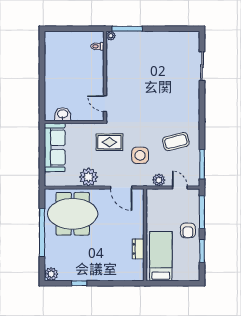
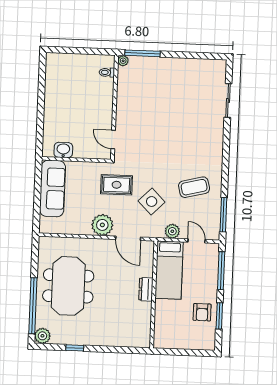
side table: (140, 155) -> (152, 201), turned 45
plant: (88, 177) -> (102, 225), moved
meeting table: (73, 214) -> (68, 286), moved, turned 90
armchair: (188, 230) -> (202, 312), moved
window: (42, 233) -> (33, 306), moved
dresser: (138, 249) -> (146, 289), moved
bed: (161, 256) -> (169, 270), moved, turned 180

